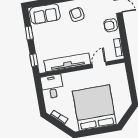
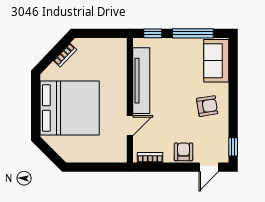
window: (29, 33) -> (193, 33), width x2.17
door: (99, 65) -> (130, 126), hinge flipped
desk: (52, 87) -> (110, 53), removed

